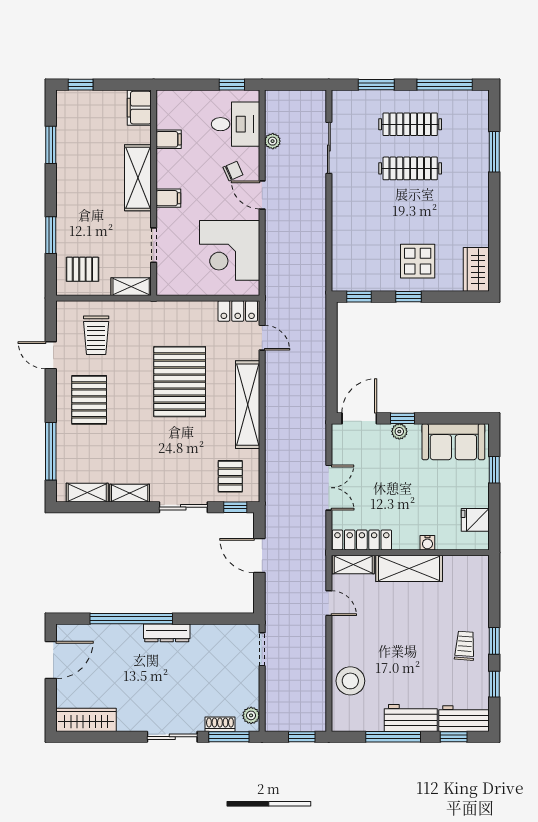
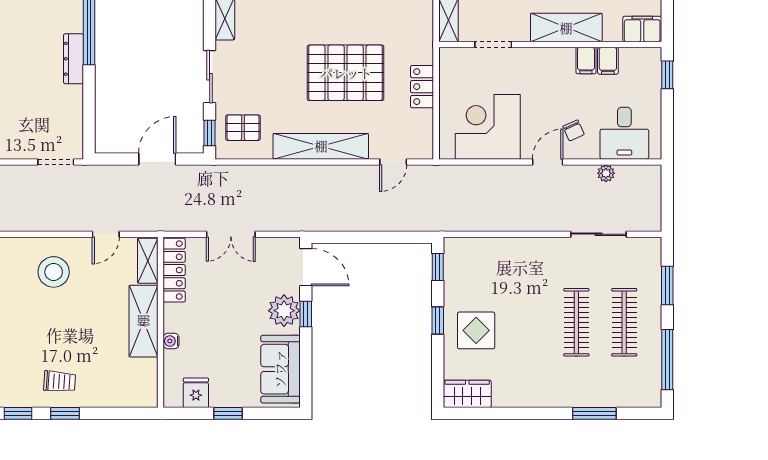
window: (232, 85) -> (667, 75), moved
filing cabinet: (168, 198) -> (586, 61), moved
locker: (238, 311) -> (422, 87), moved
plant: (399, 431) -> (284, 311), width x1.88, depth x1.88
window: (494, 470) -> (228, 413), moved
stool: (350, 681) -> (54, 272), moved

